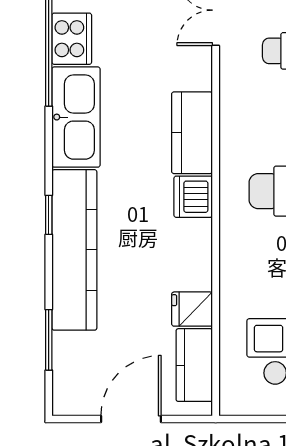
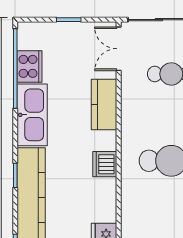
kitchen counter: (192, 133) -> (104, 104), moved

